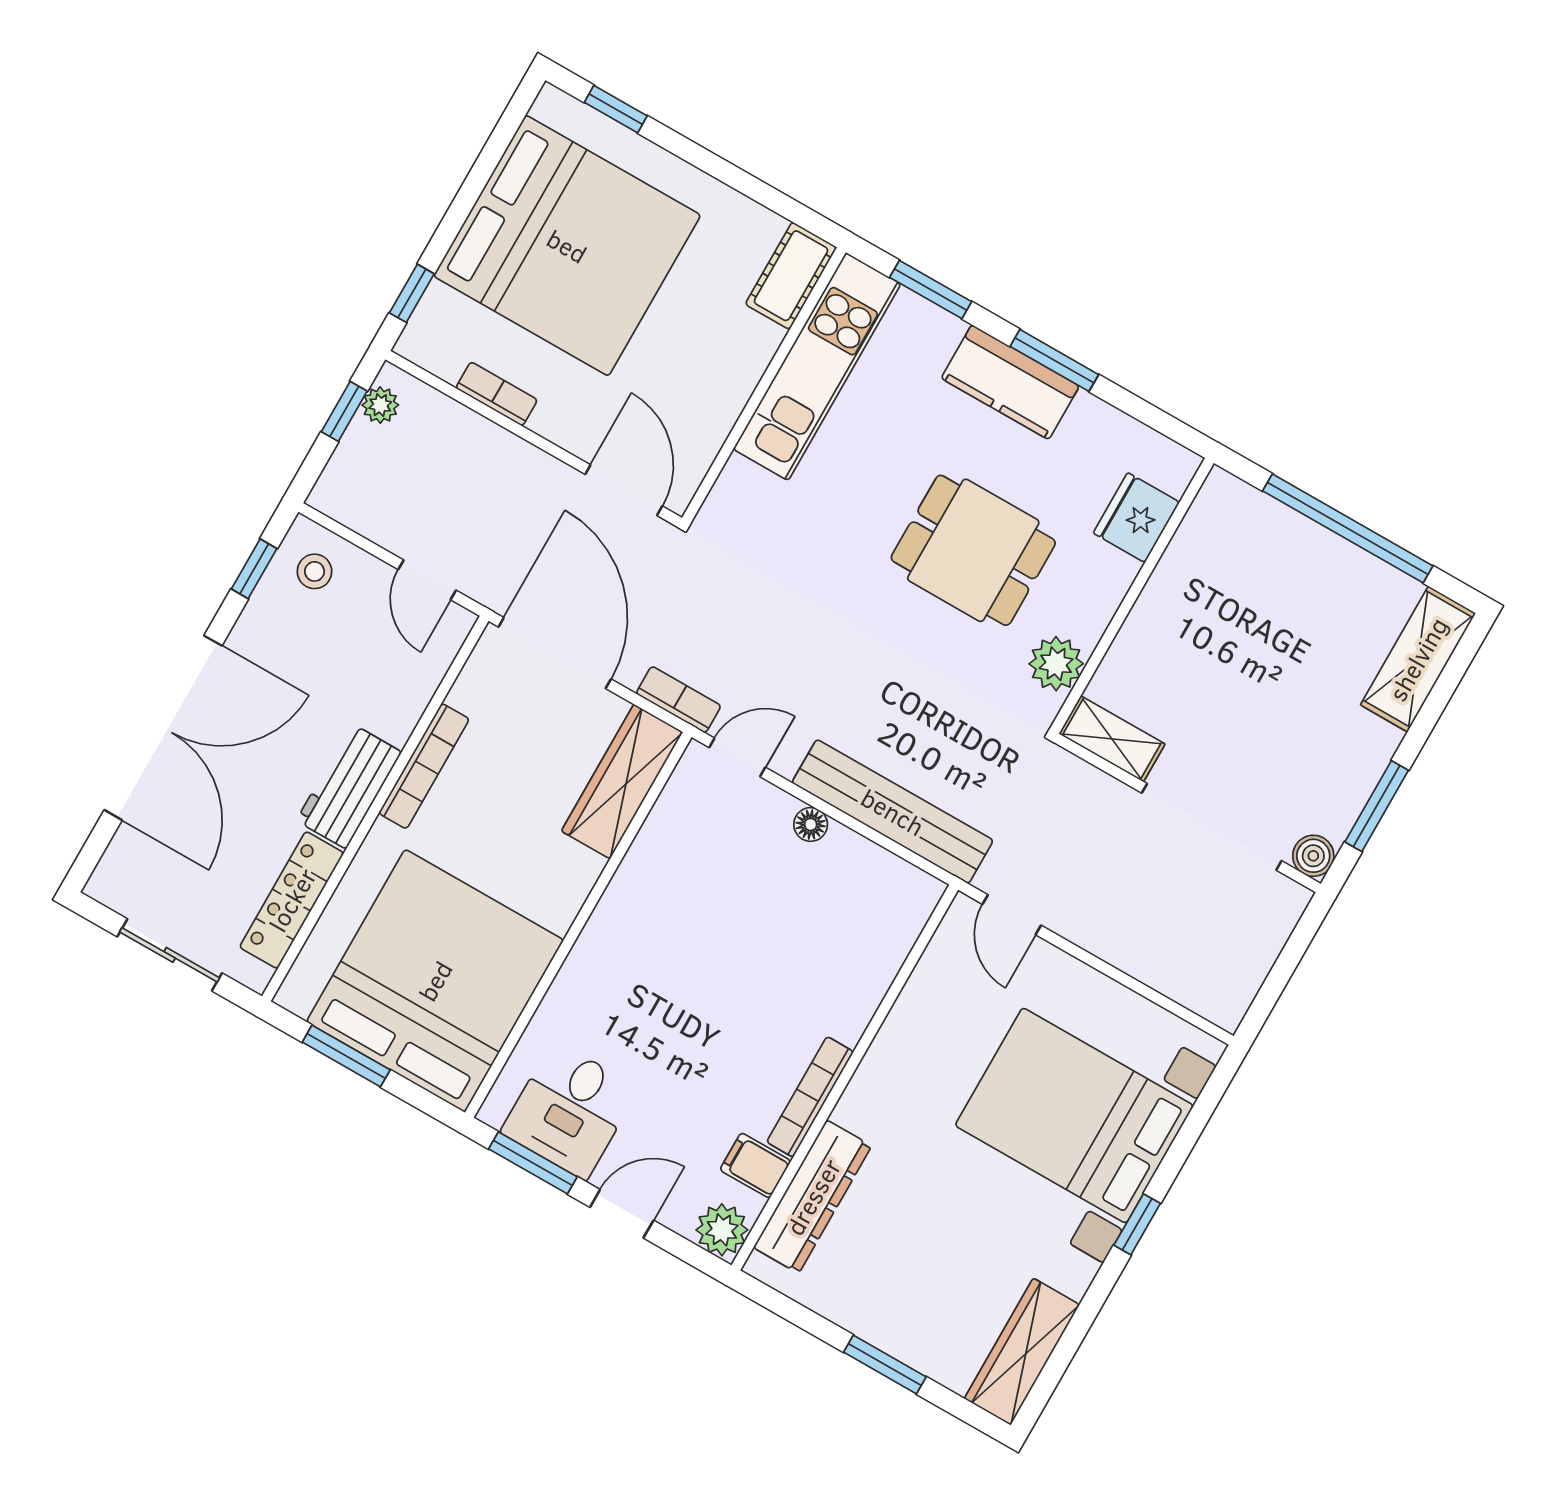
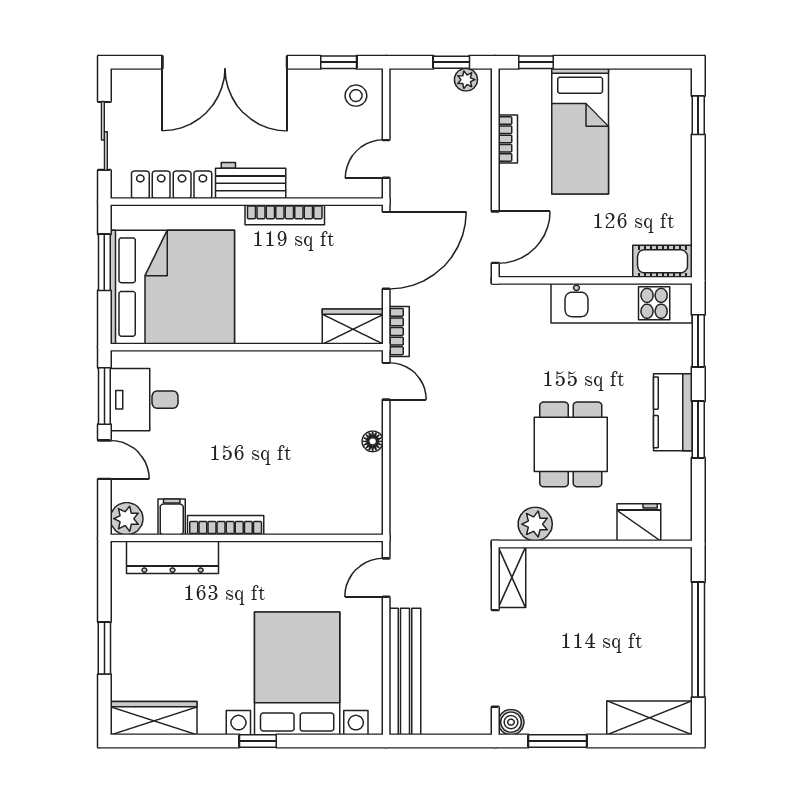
bed: (567, 246) -> (580, 131), width x0.49
wardrobe: (622, 782) -> (353, 326), width x0.67
bench: (893, 812) -> (405, 671), moved

